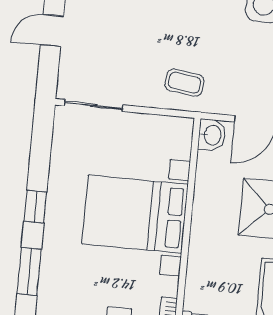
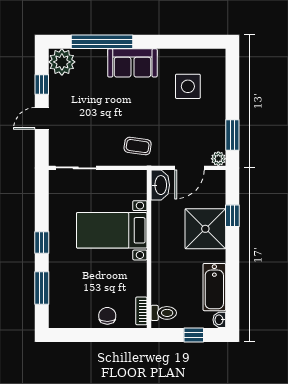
washbasin: (212, 135) -> (160, 185), width x1.38
bed with nightstands: (135, 214) -> (112, 230), width x0.73

